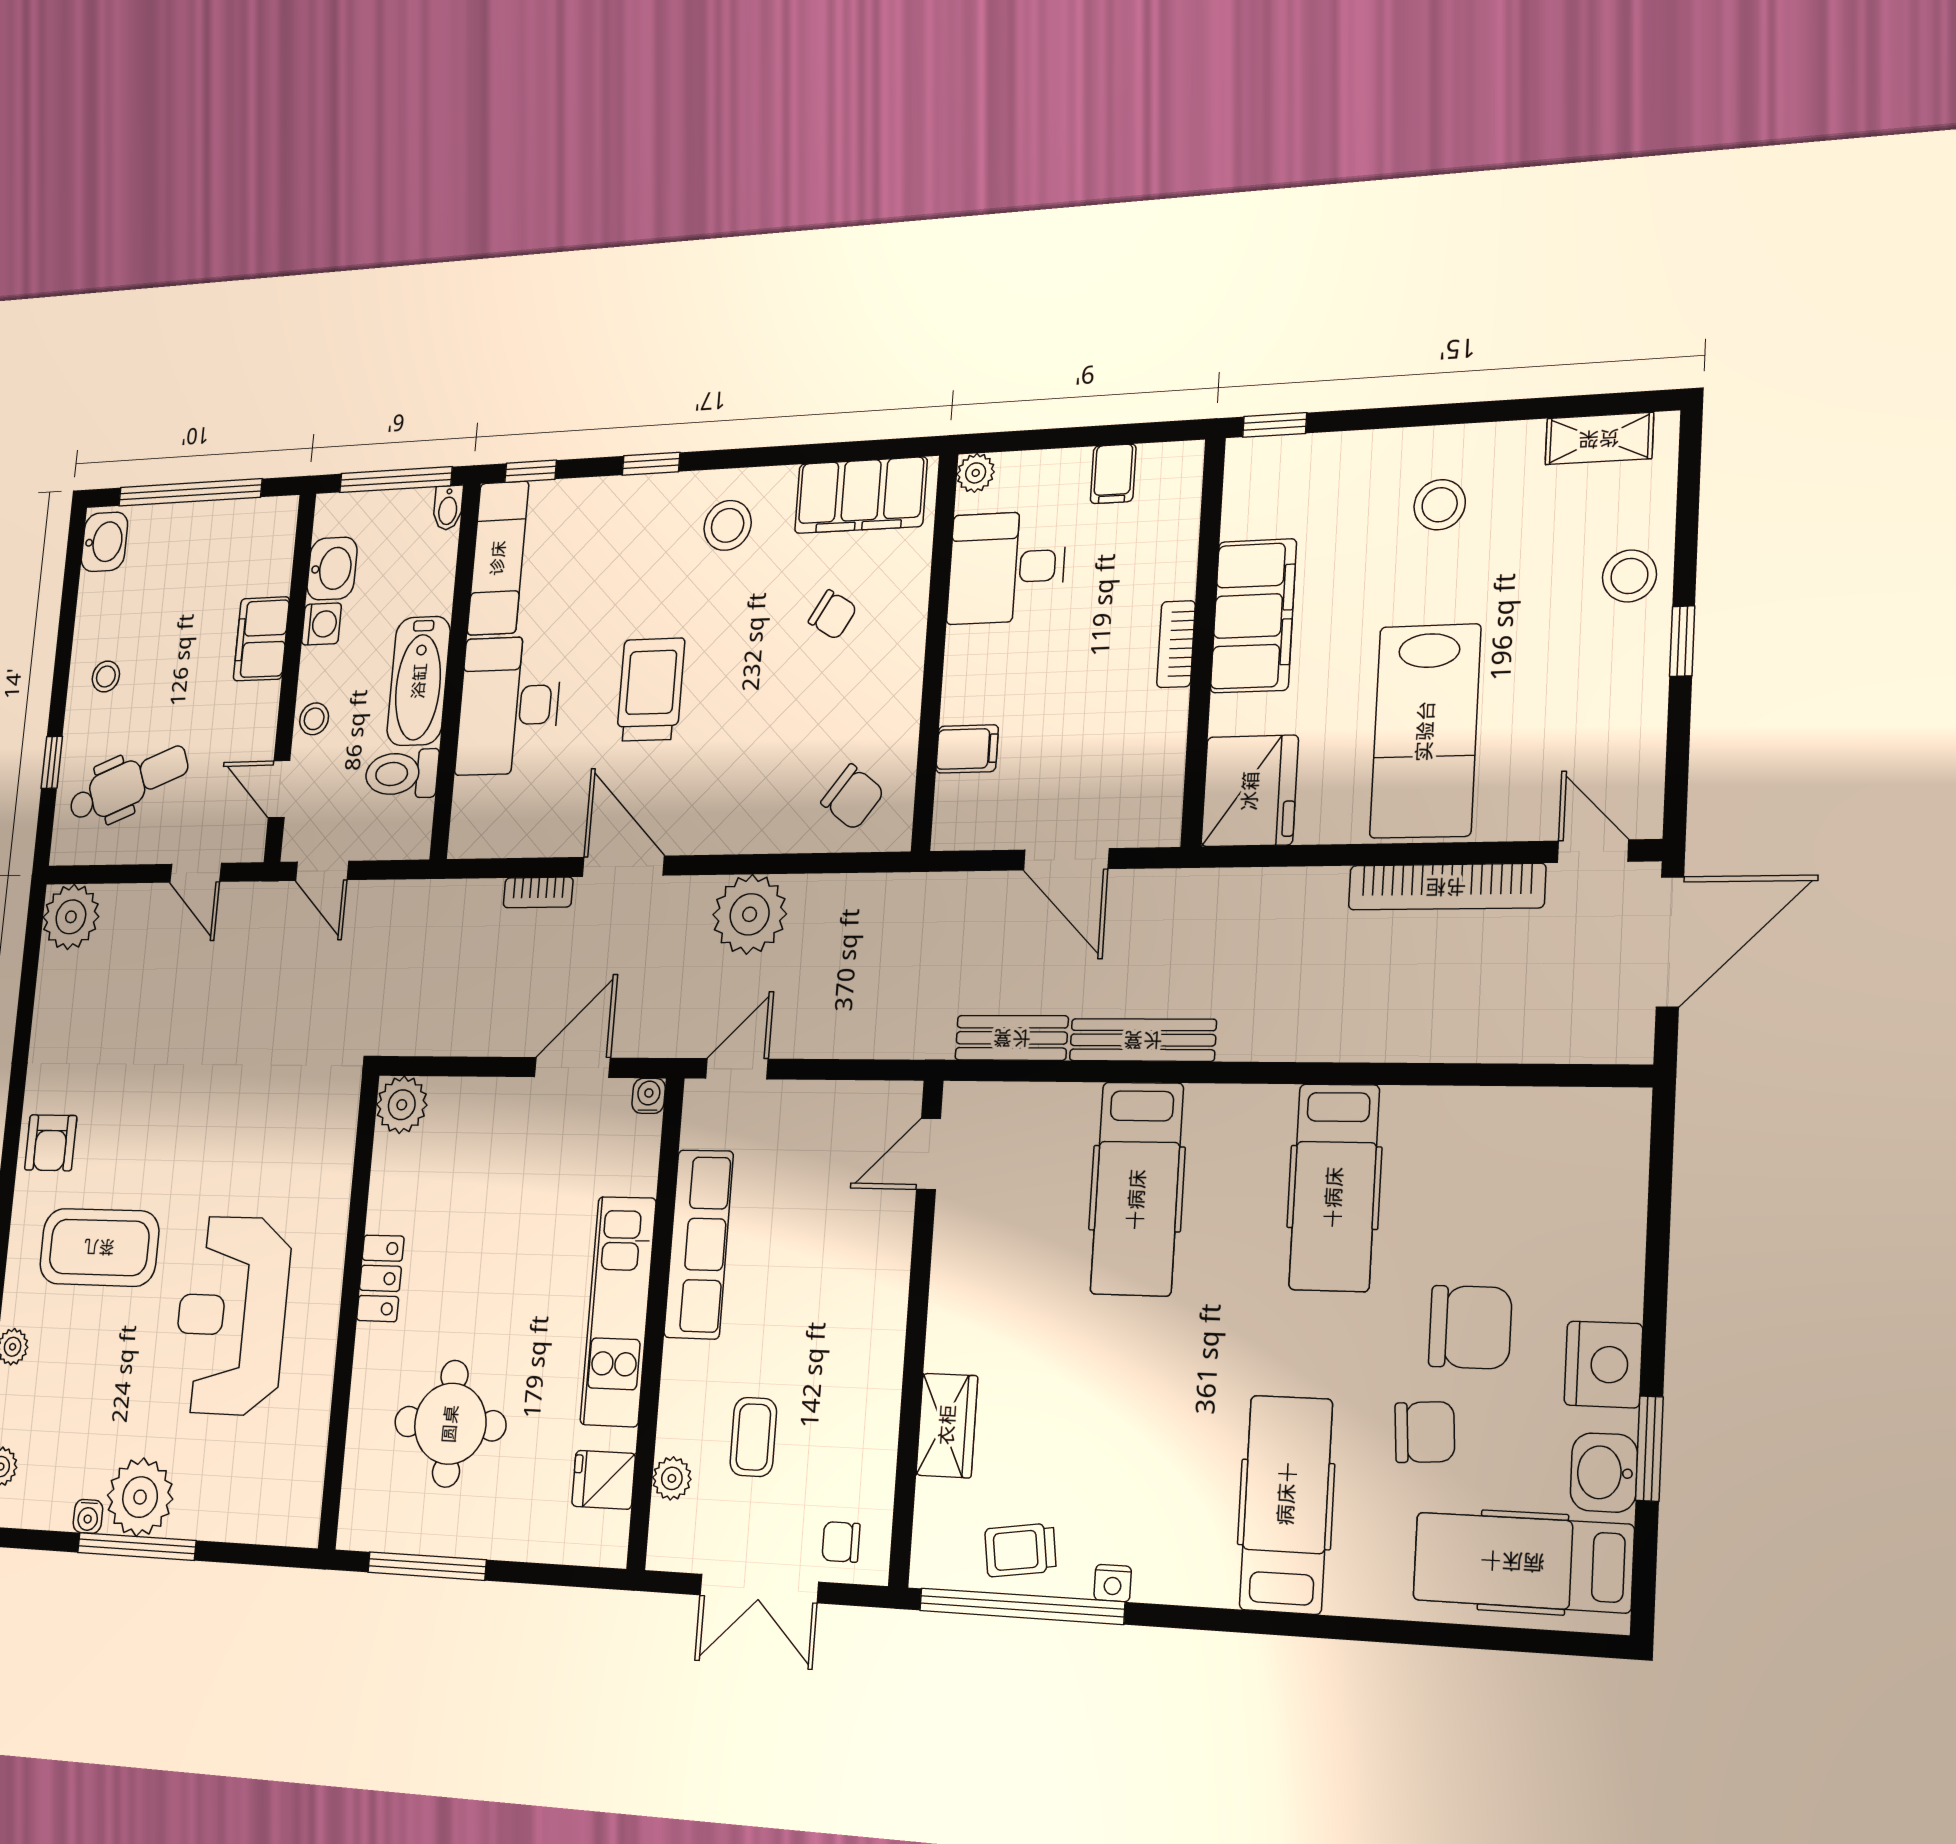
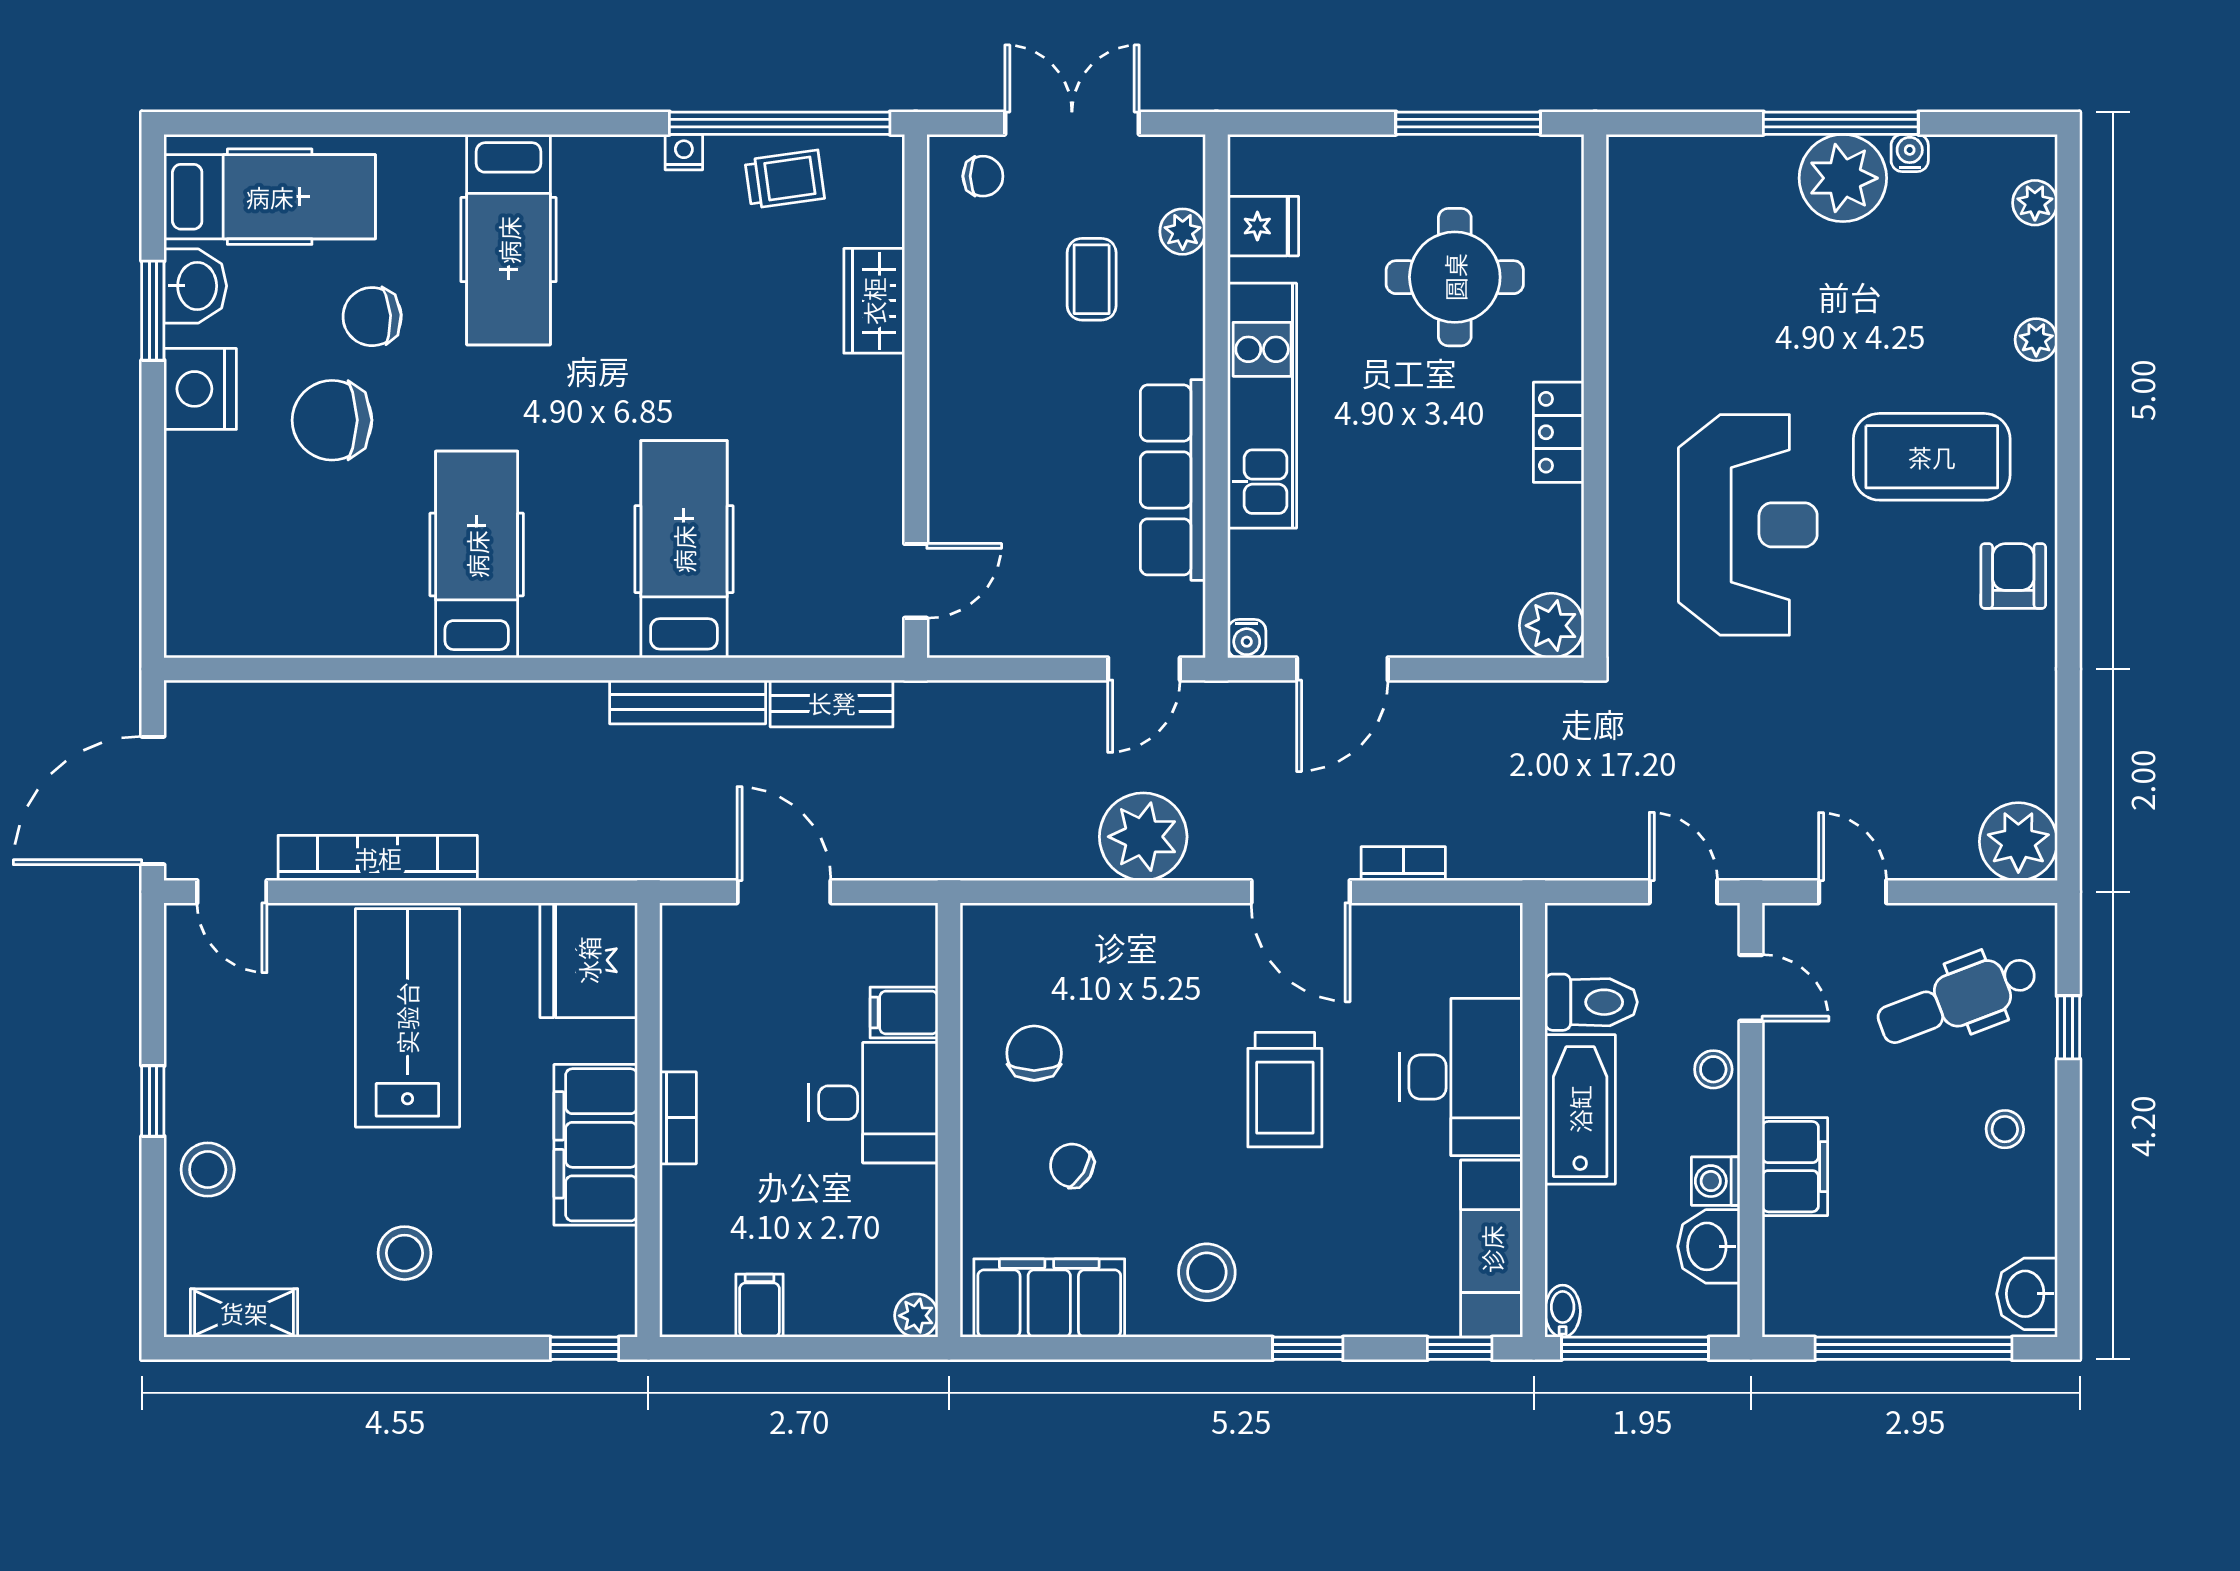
desk: (1007, 567) -> (873, 1103), moved
chair: (853, 797) -> (1034, 1053), moved, turned 53
reception desk: (231, 1315) -> (1748, 525), moved

